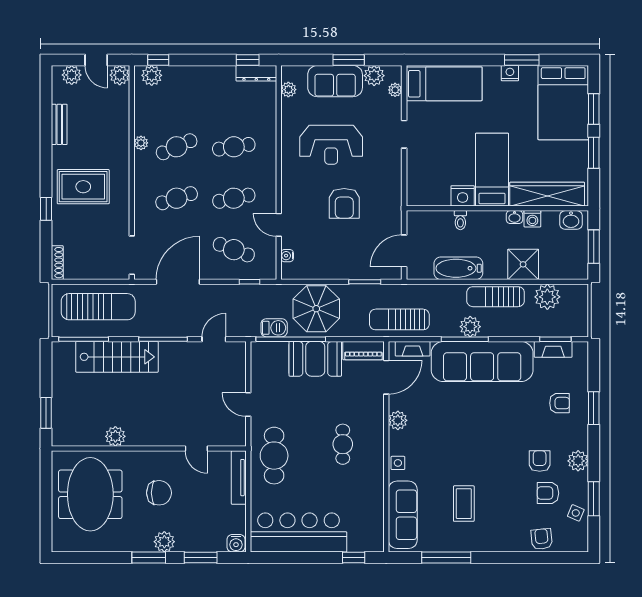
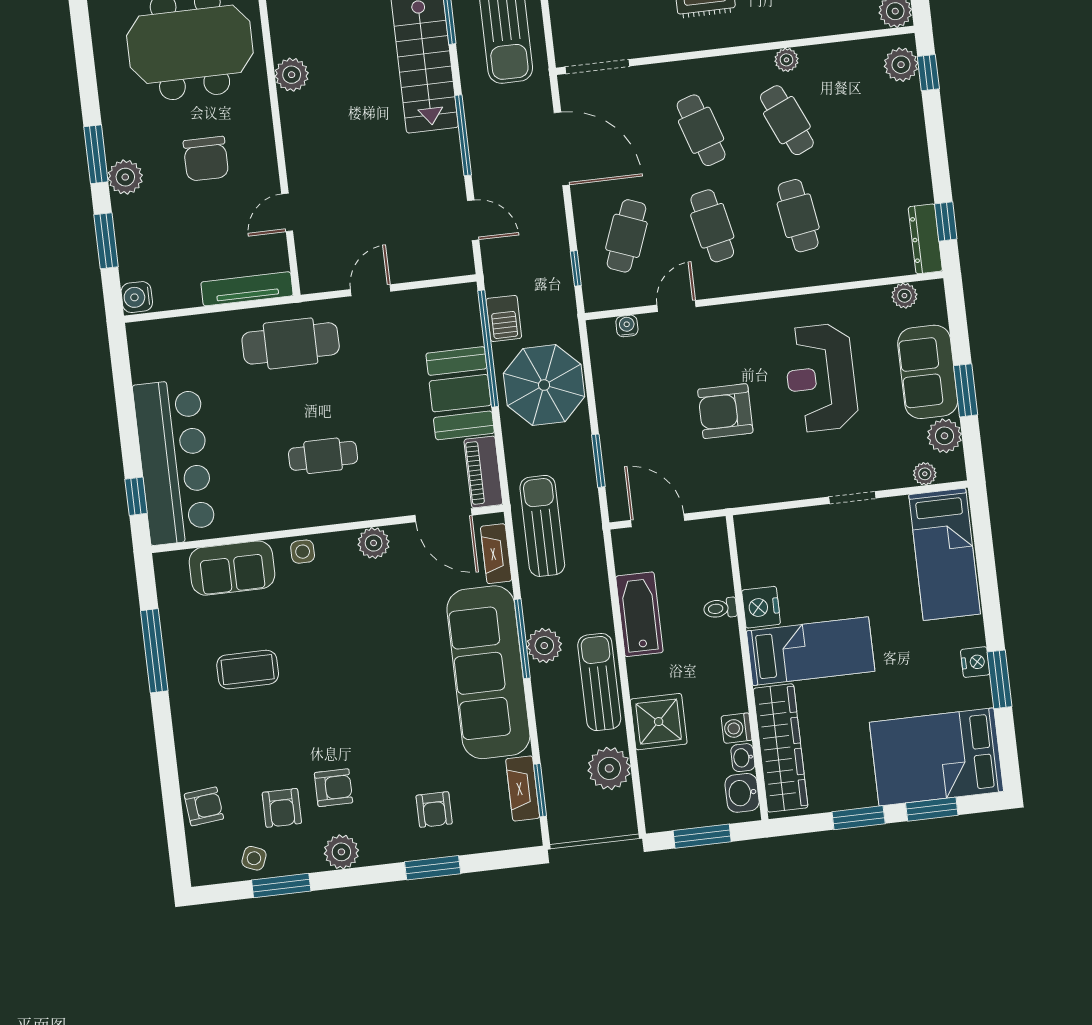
washbasin: (514, 217) -> (743, 758), moved
armchair: (548, 493) -> (282, 808), turned 180
sofa: (403, 515) -> (232, 568), width x0.73
bar counter: (299, 532) -> (174, 462), moved

